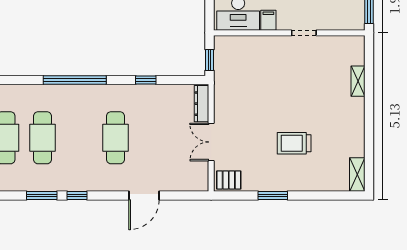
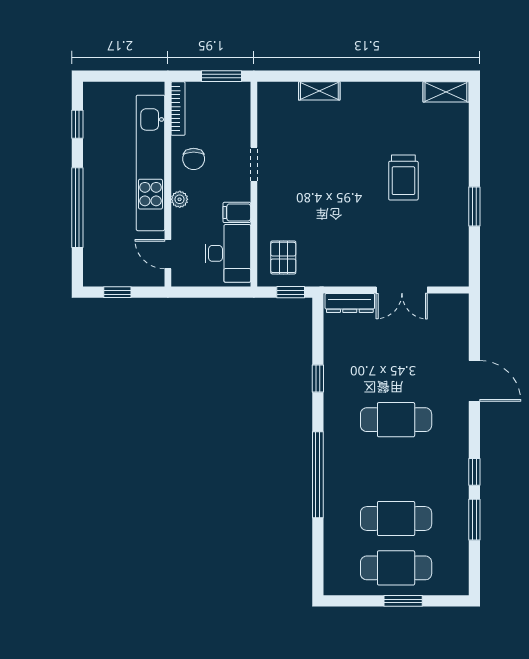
pallet: (229, 180) -> (283, 257), moved

